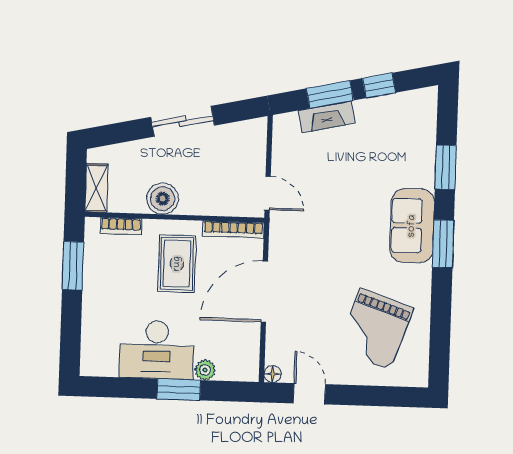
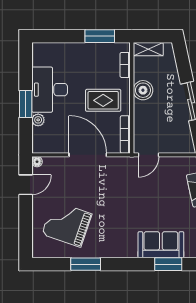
sofa: (412, 226) -> (161, 245), moved
window: (443, 244) -> (86, 264), moved

